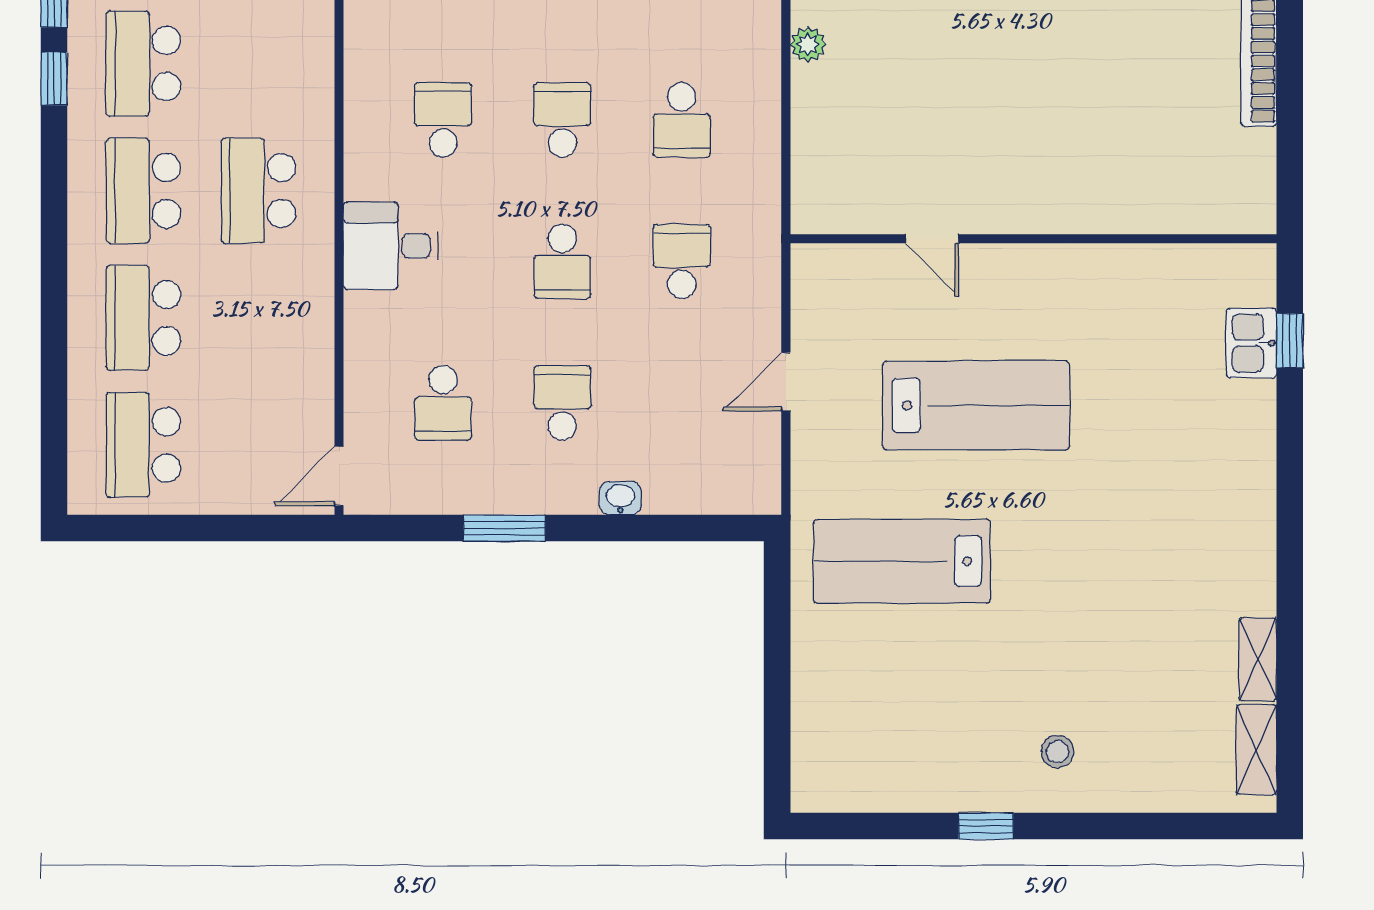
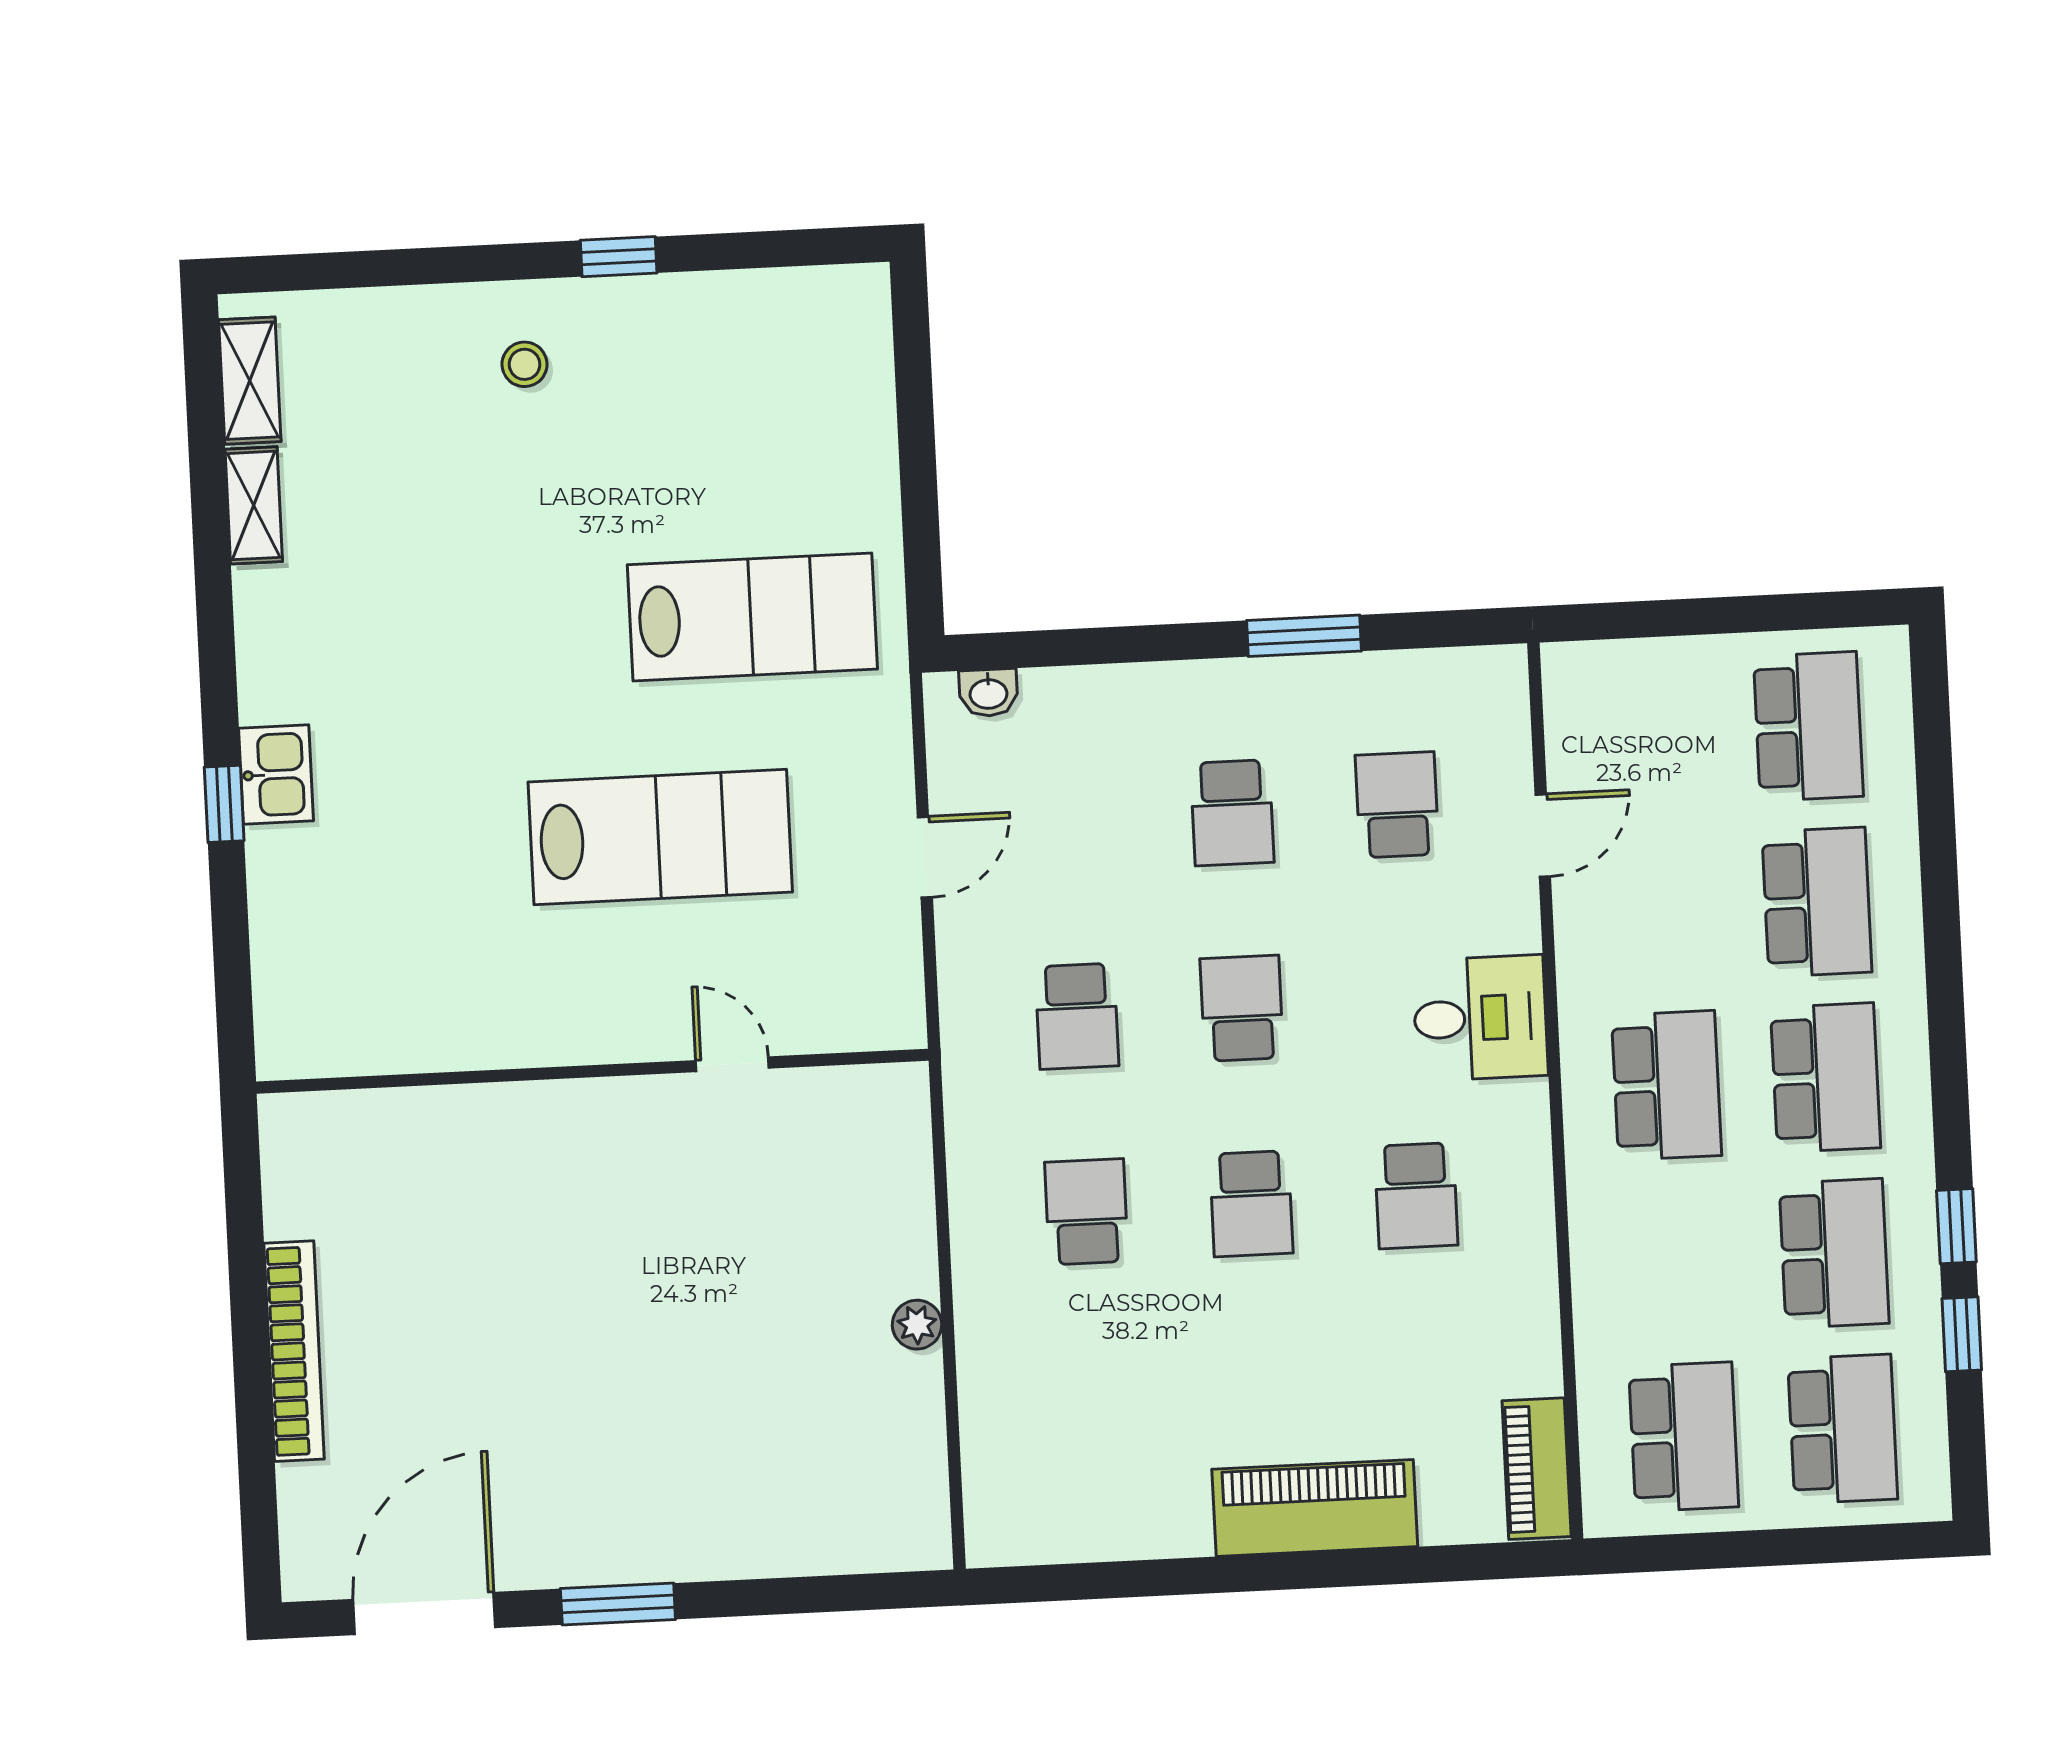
window: (1290, 341) -> (224, 804), moved
kitchen sink: (1251, 343) -> (276, 774), moved
lab bench: (976, 406) -> (660, 837), turned 180
door: (339, 476) -> (1543, 835), moved
washbasin: (620, 498) -> (988, 693), moved

